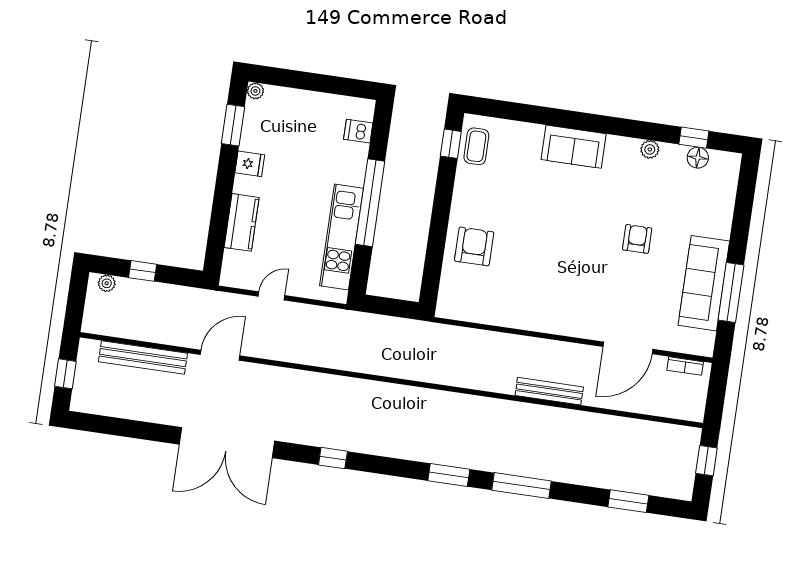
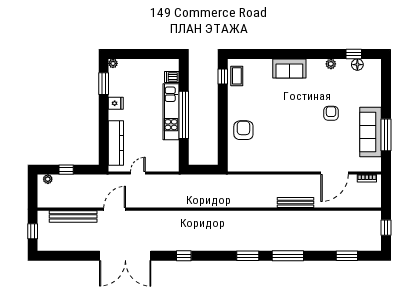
kitchen counter: (242, 222) -> (116, 143), width x1.50
kitchen unit: (341, 237) -> (171, 112), moved

